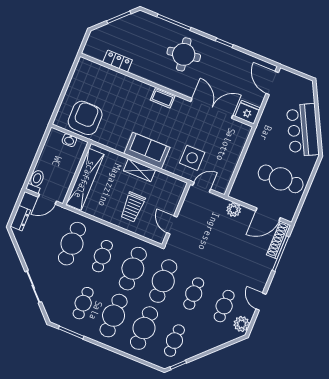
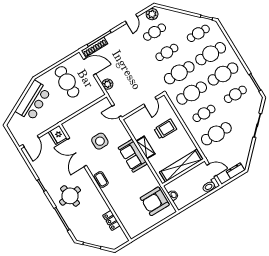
side table: (192, 158) -> (100, 141), moved

